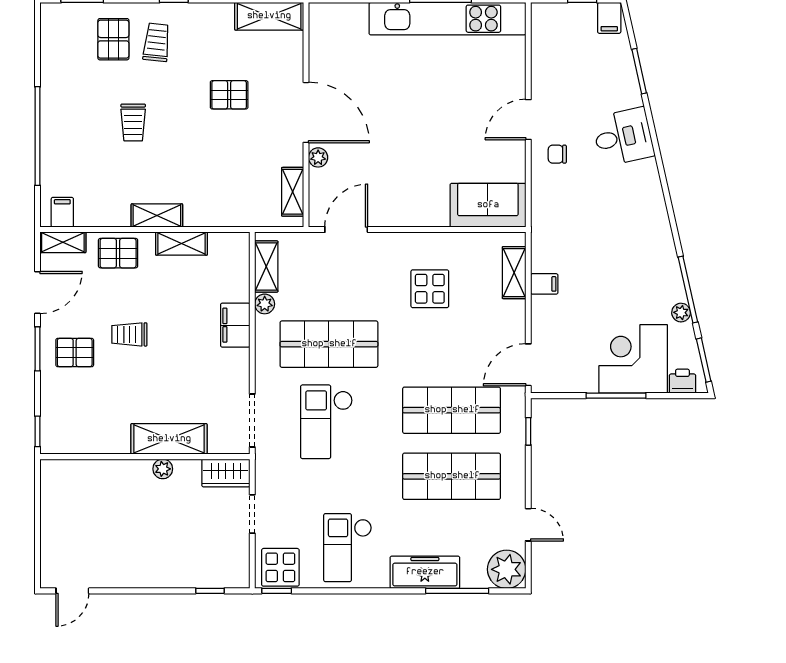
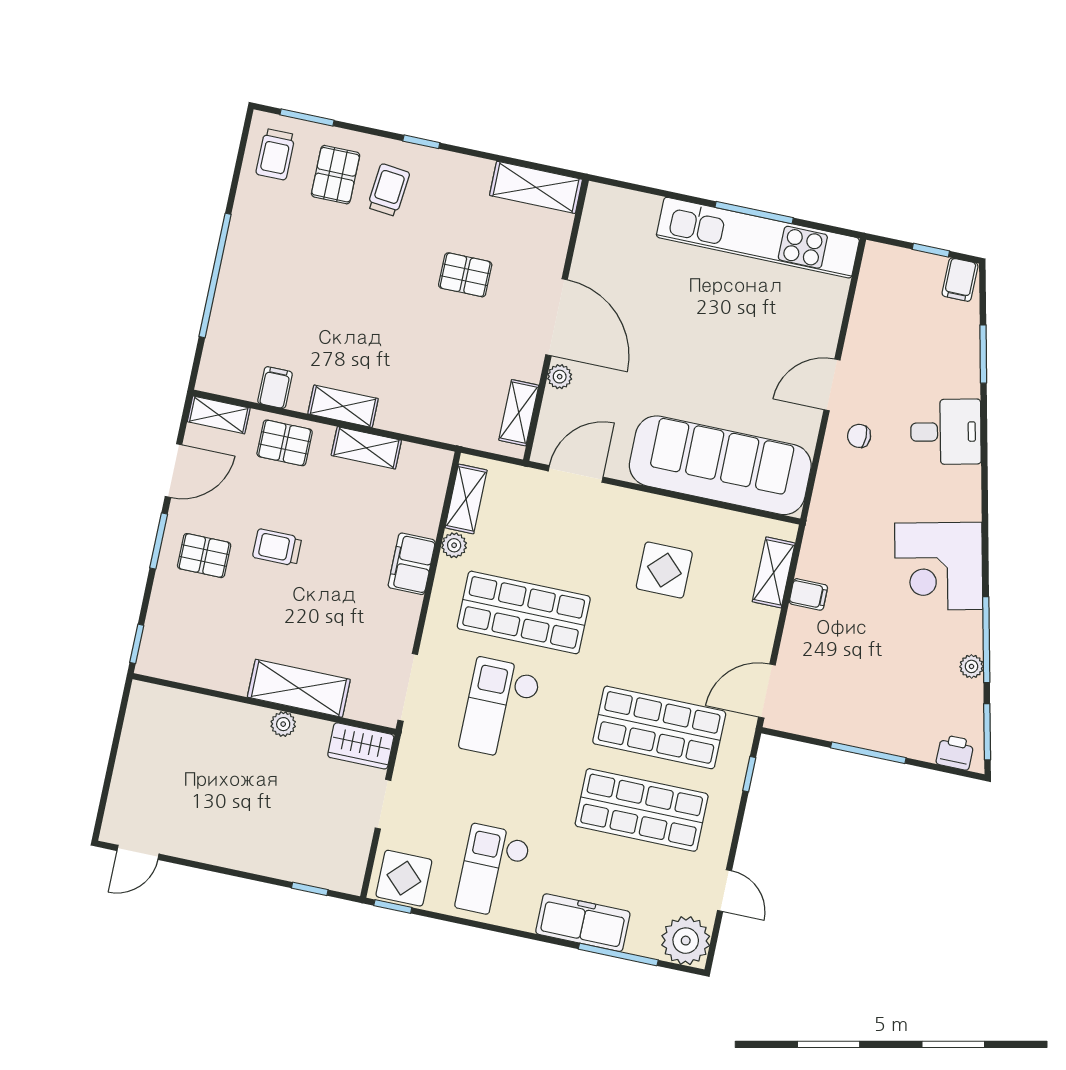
trolley: (133, 122) -> (275, 154), moved
sofa: (488, 205) -> (720, 465), width x1.85, depth x1.27
filing cabinet: (62, 212) -> (275, 388), moved
corner desk: (633, 359) -> (939, 566), moved, turned -103

